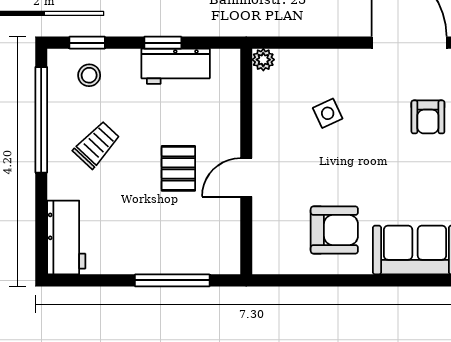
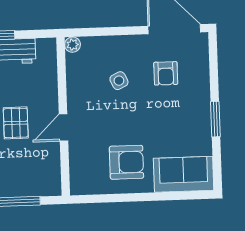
armchair: (428, 117) -> (166, 73), moved

